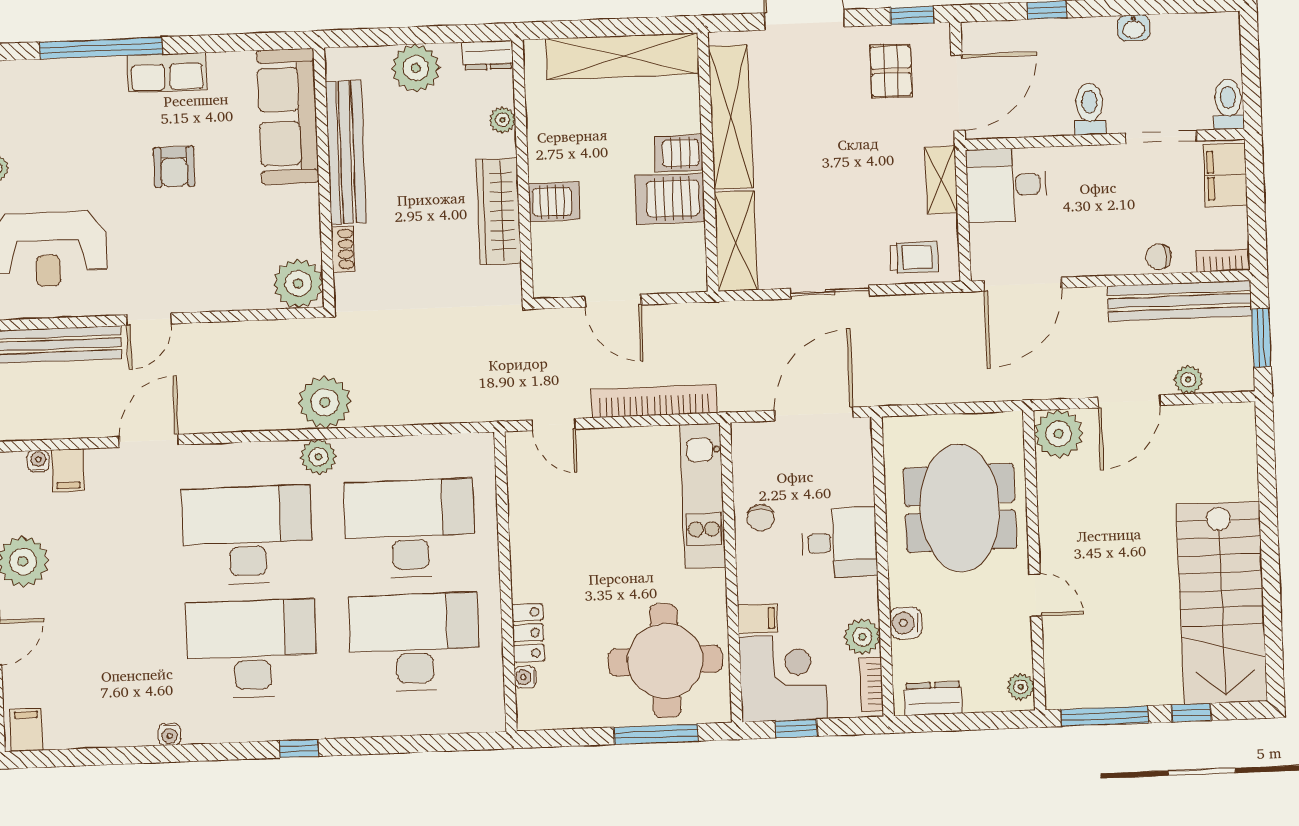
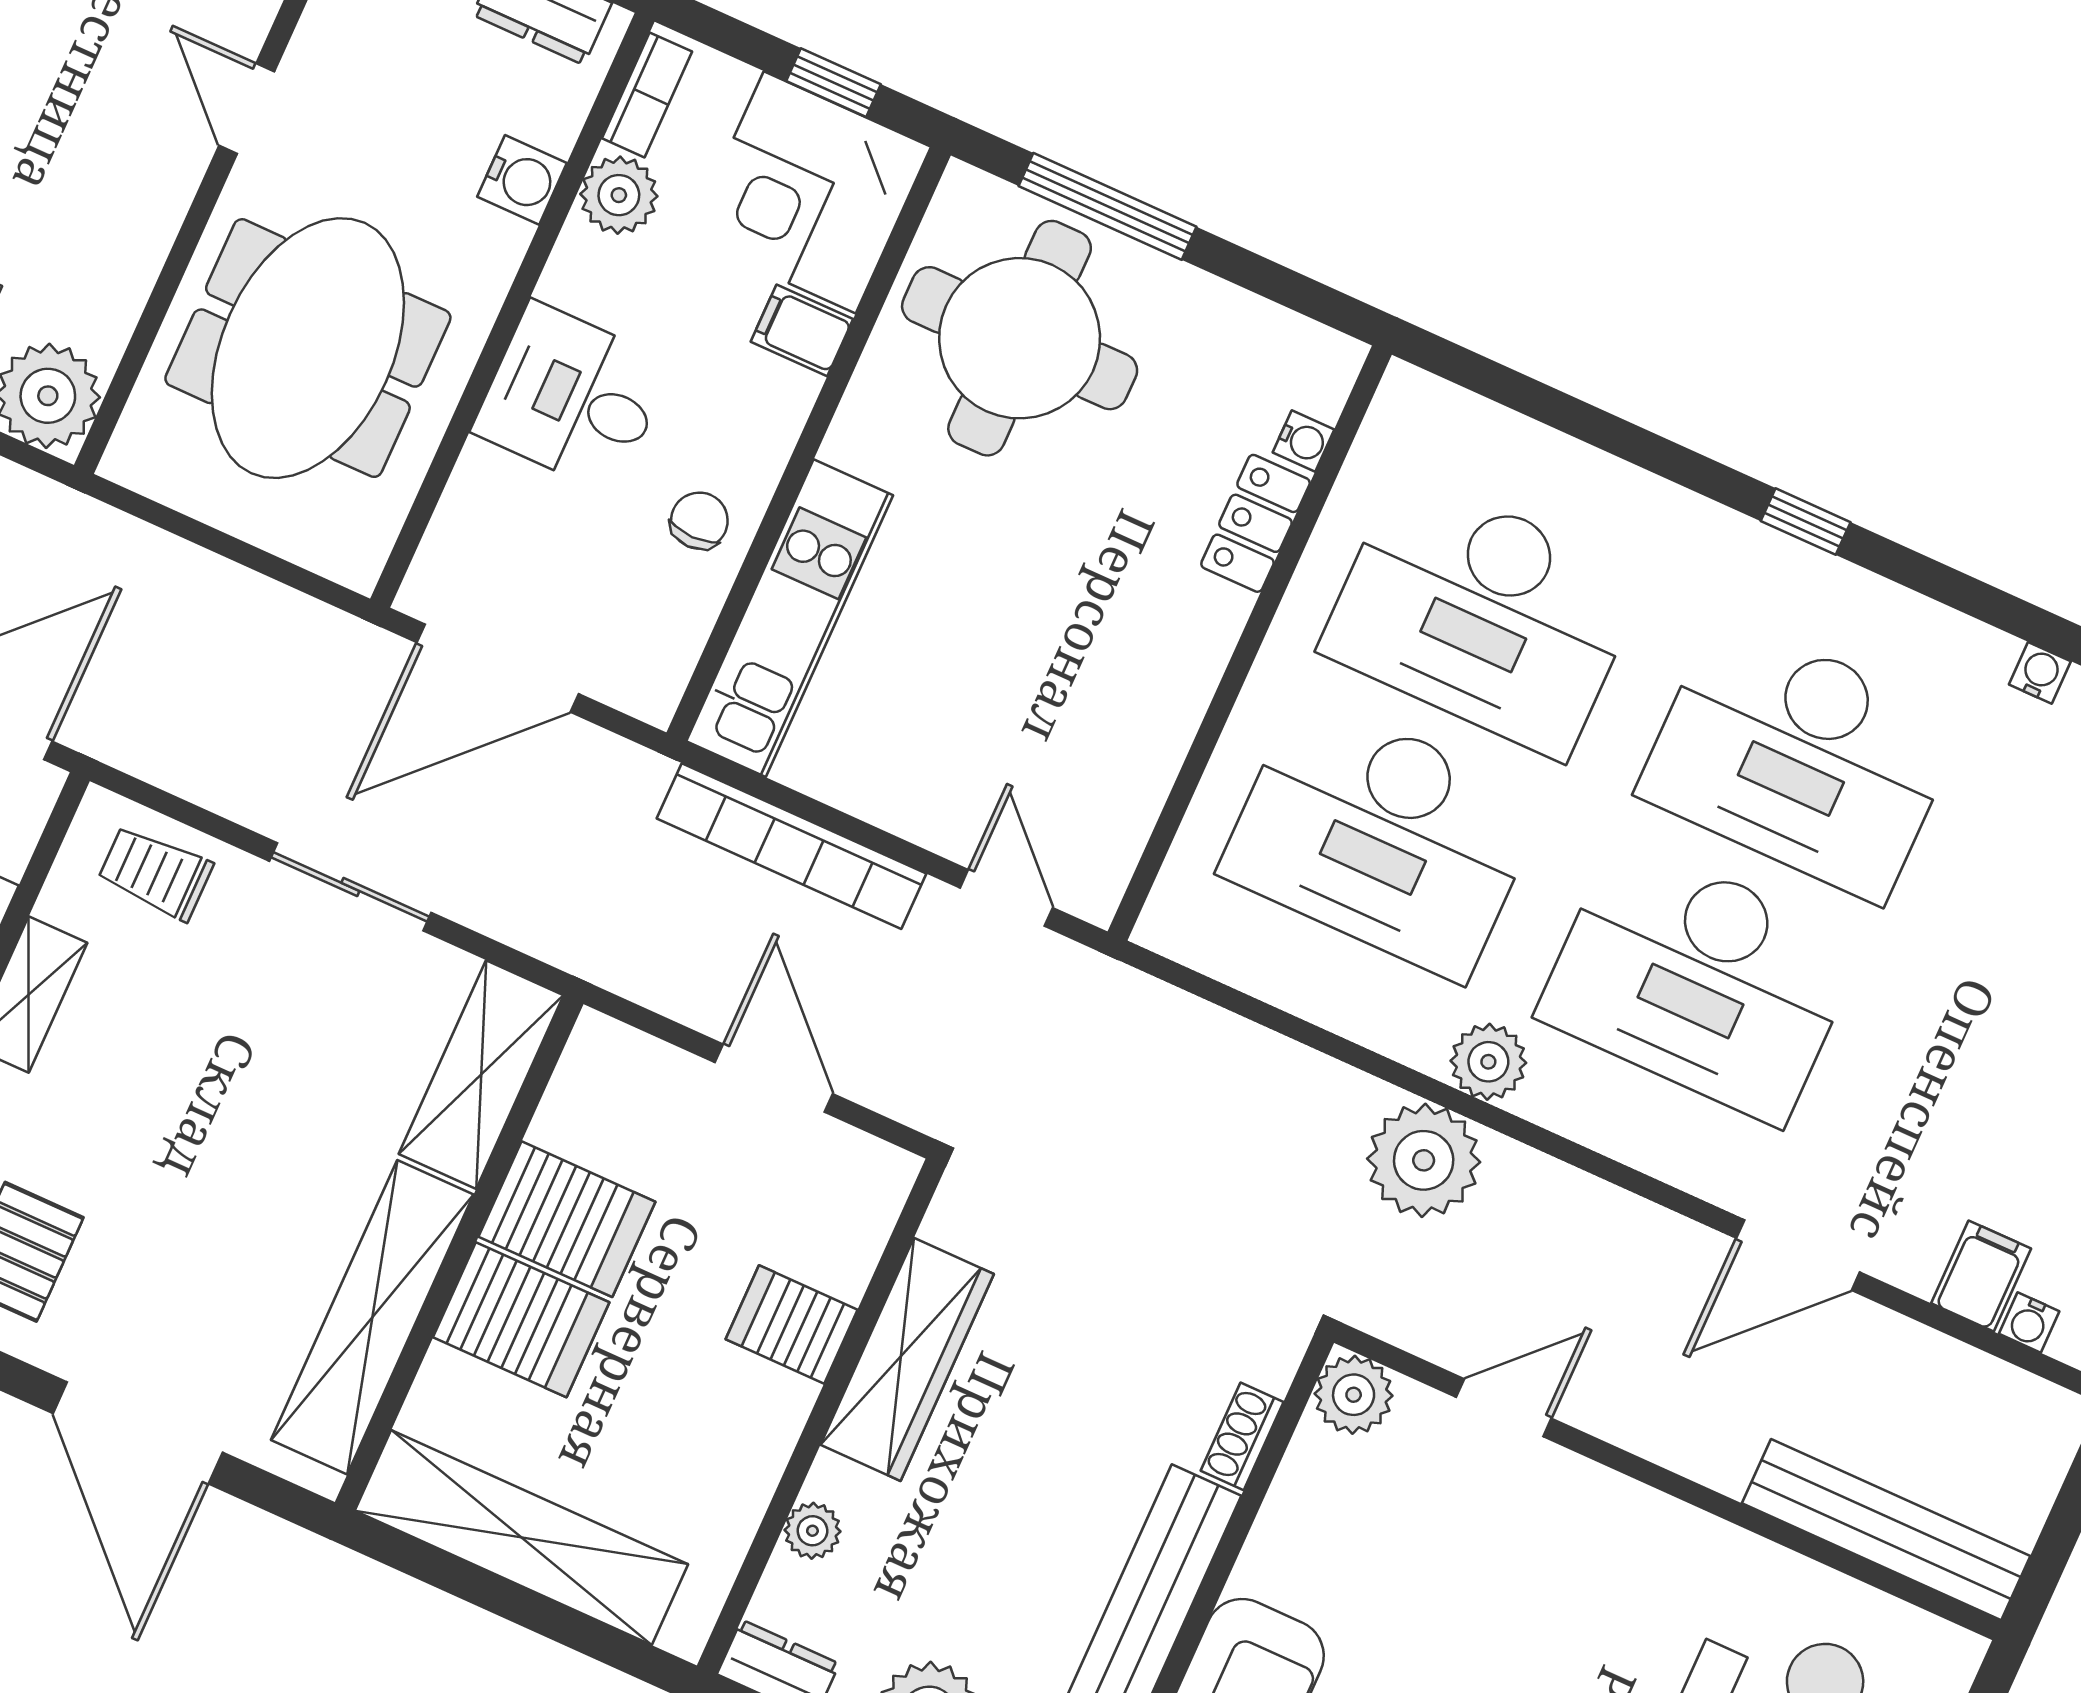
server rack: (679, 153) -> (521, 1320), width x1.36, depth x1.44
plant: (298, 283) -> (1354, 1395), width x0.73, depth x0.73
door: (149, 319) -> (1504, 1408), moved

